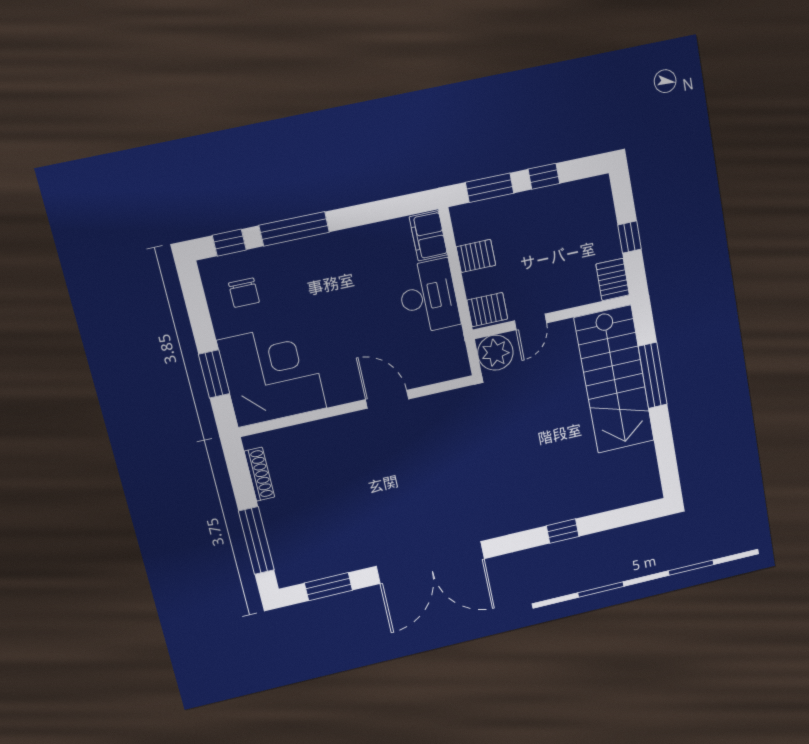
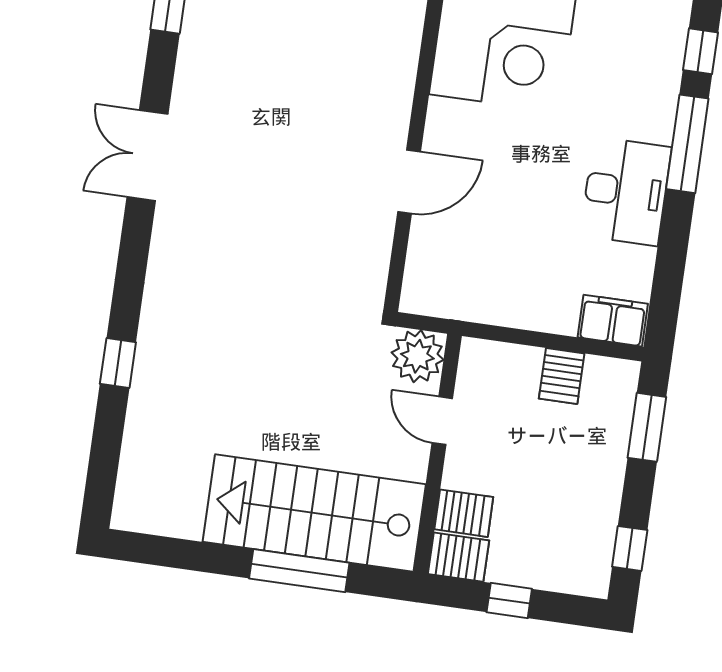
window: (544, 176) -> (630, 548), moved
chair: (244, 293) -> (628, 44), removed
desk: (428, 296) -> (626, 191), moved, turned -90
server rack: (487, 310) -> (464, 513), moved, turned -90
double door: (430, 562) -> (147, 156), width x0.54

